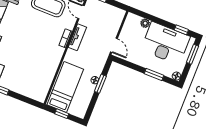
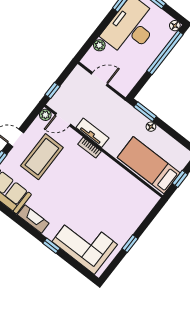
door: (114, 45) -> (99, 79), moved
window: (154, 74) -> (165, 53), width x2.11
window: (100, 84) -> (145, 112), moved

